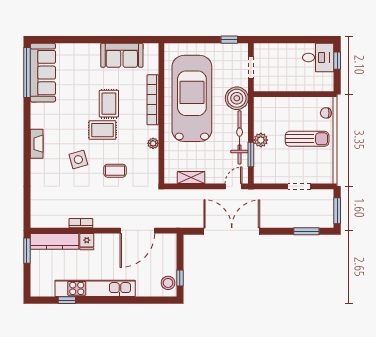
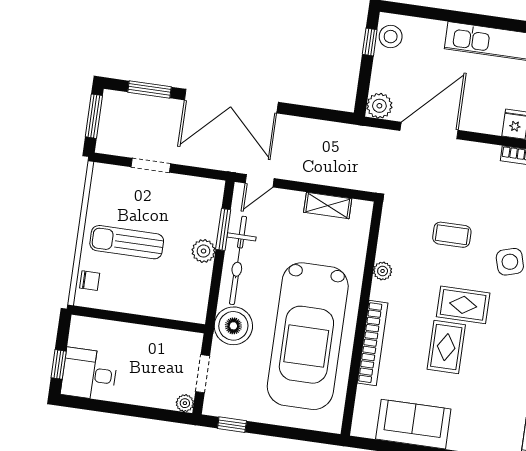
plant: (259, 48) -> (185, 403), added
double door: (232, 231) -> (231, 101), moved
plant: (169, 241) -> (379, 106), added

